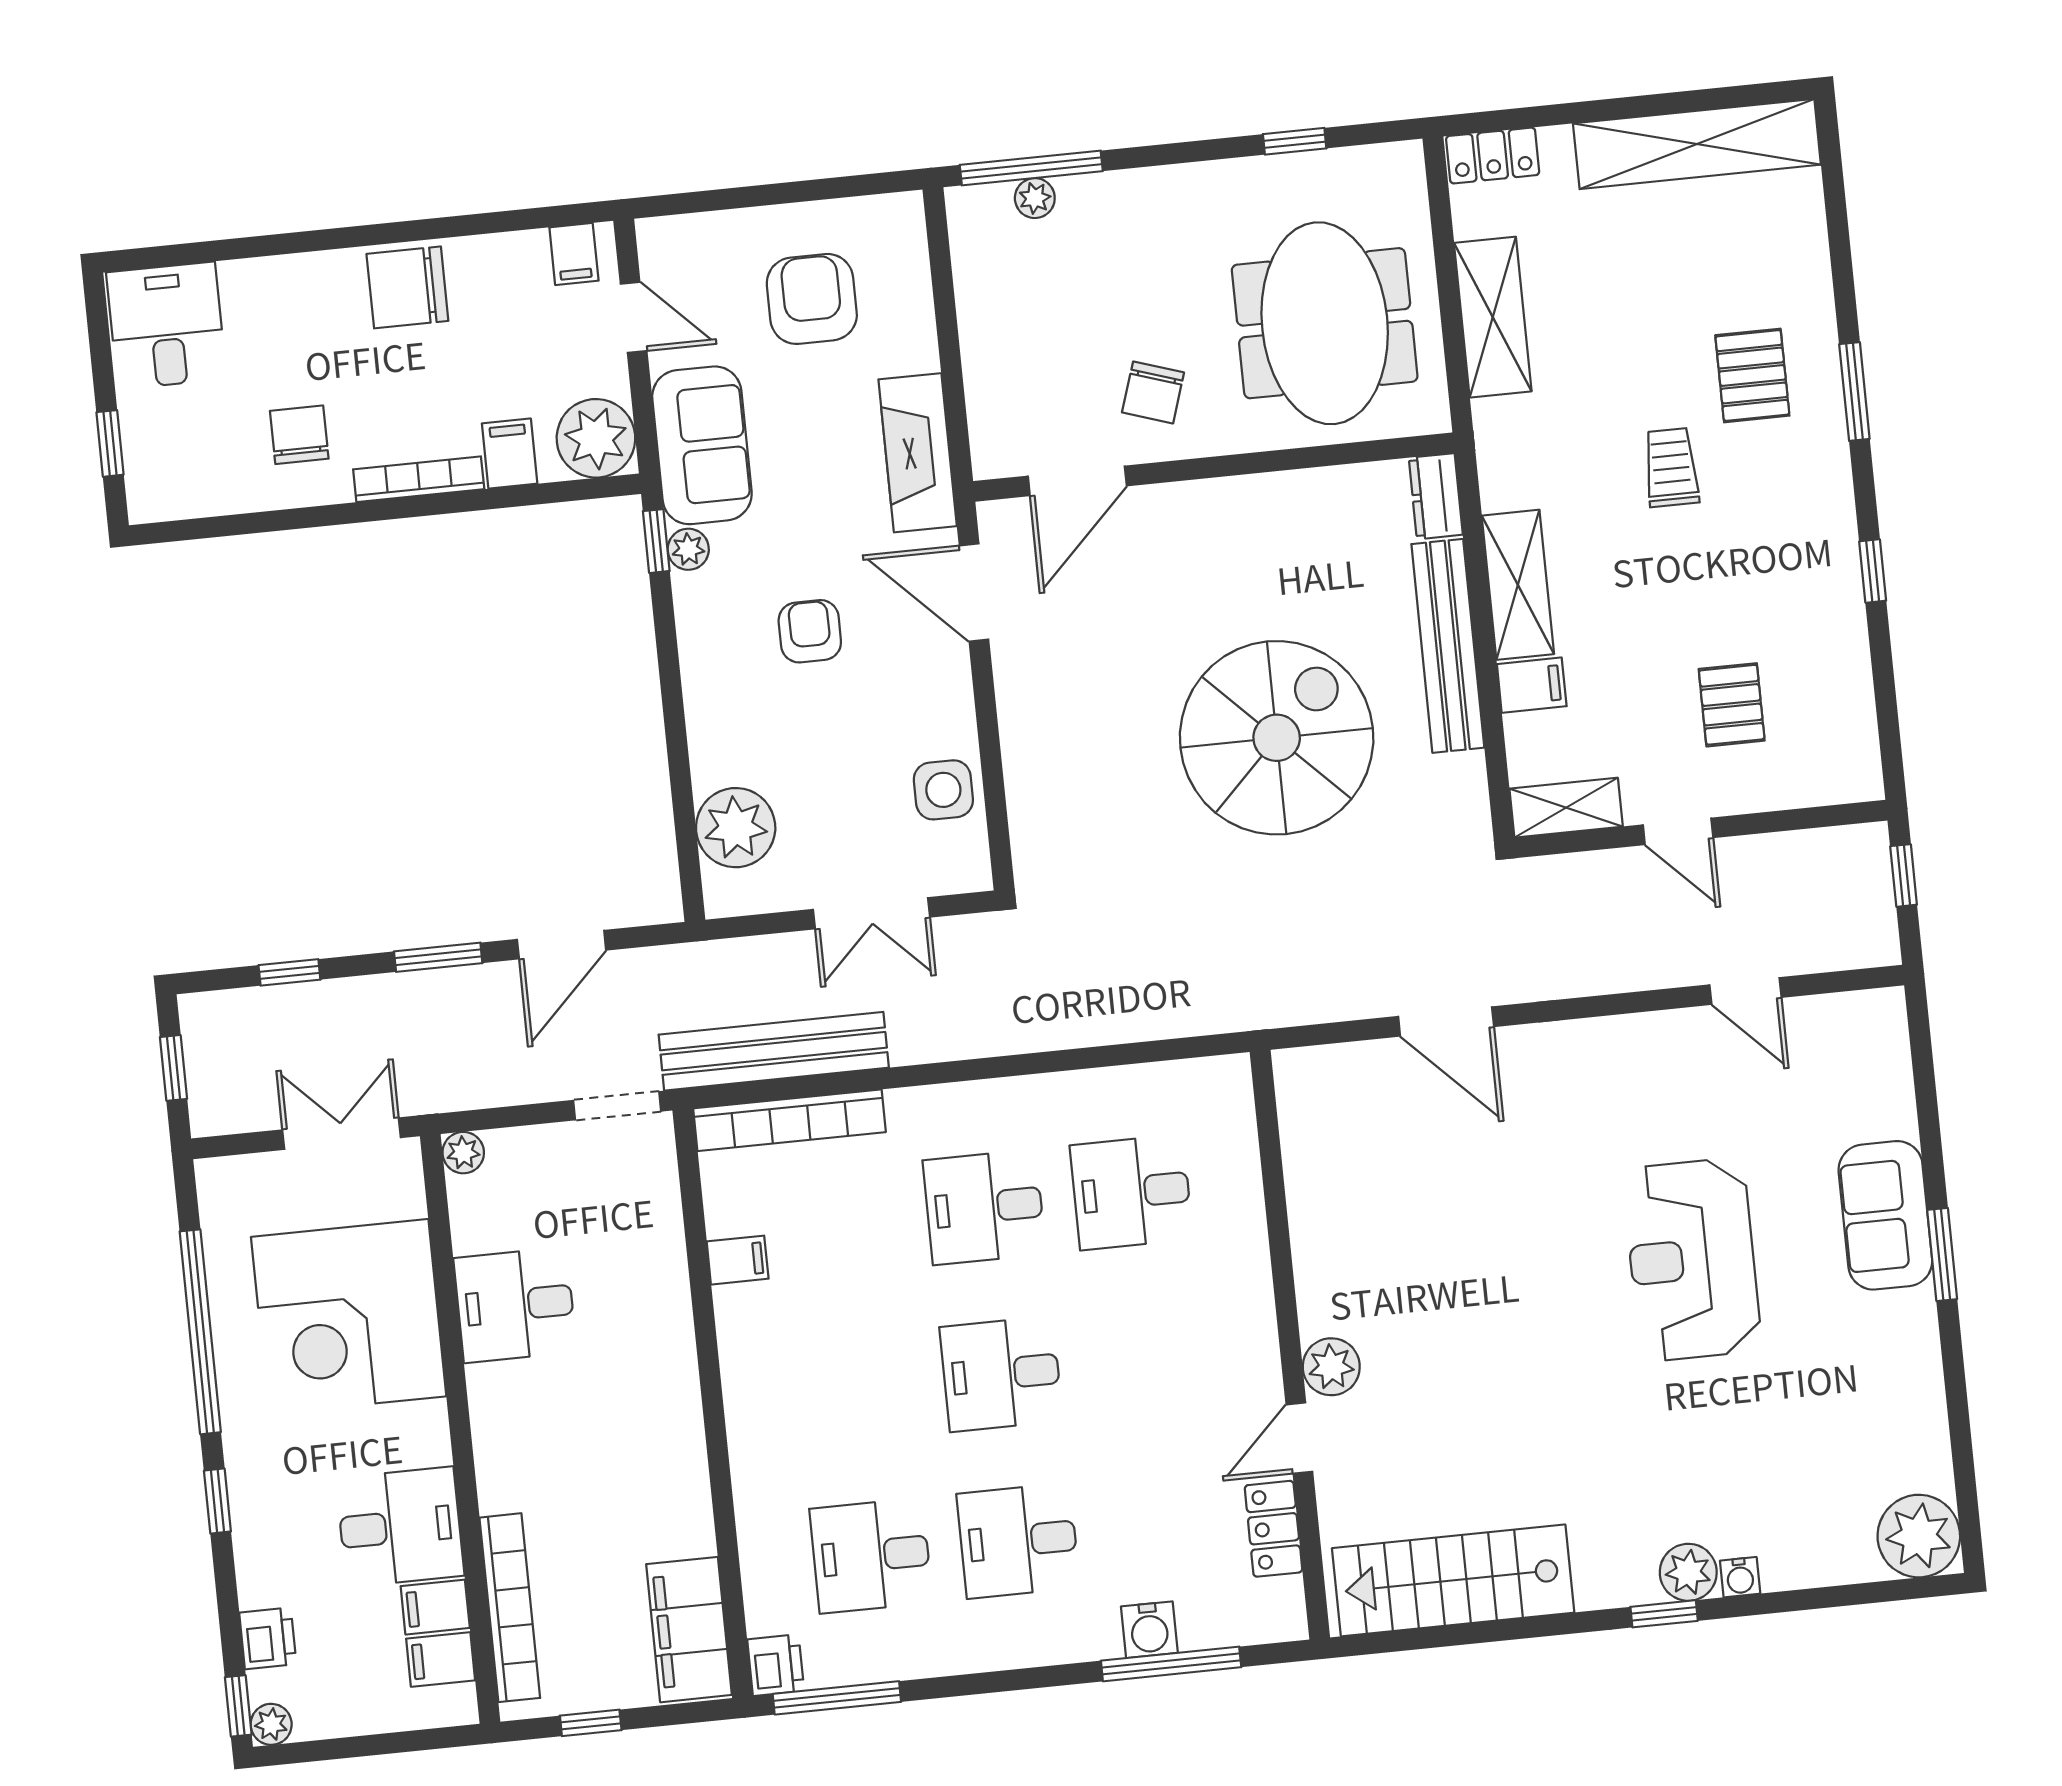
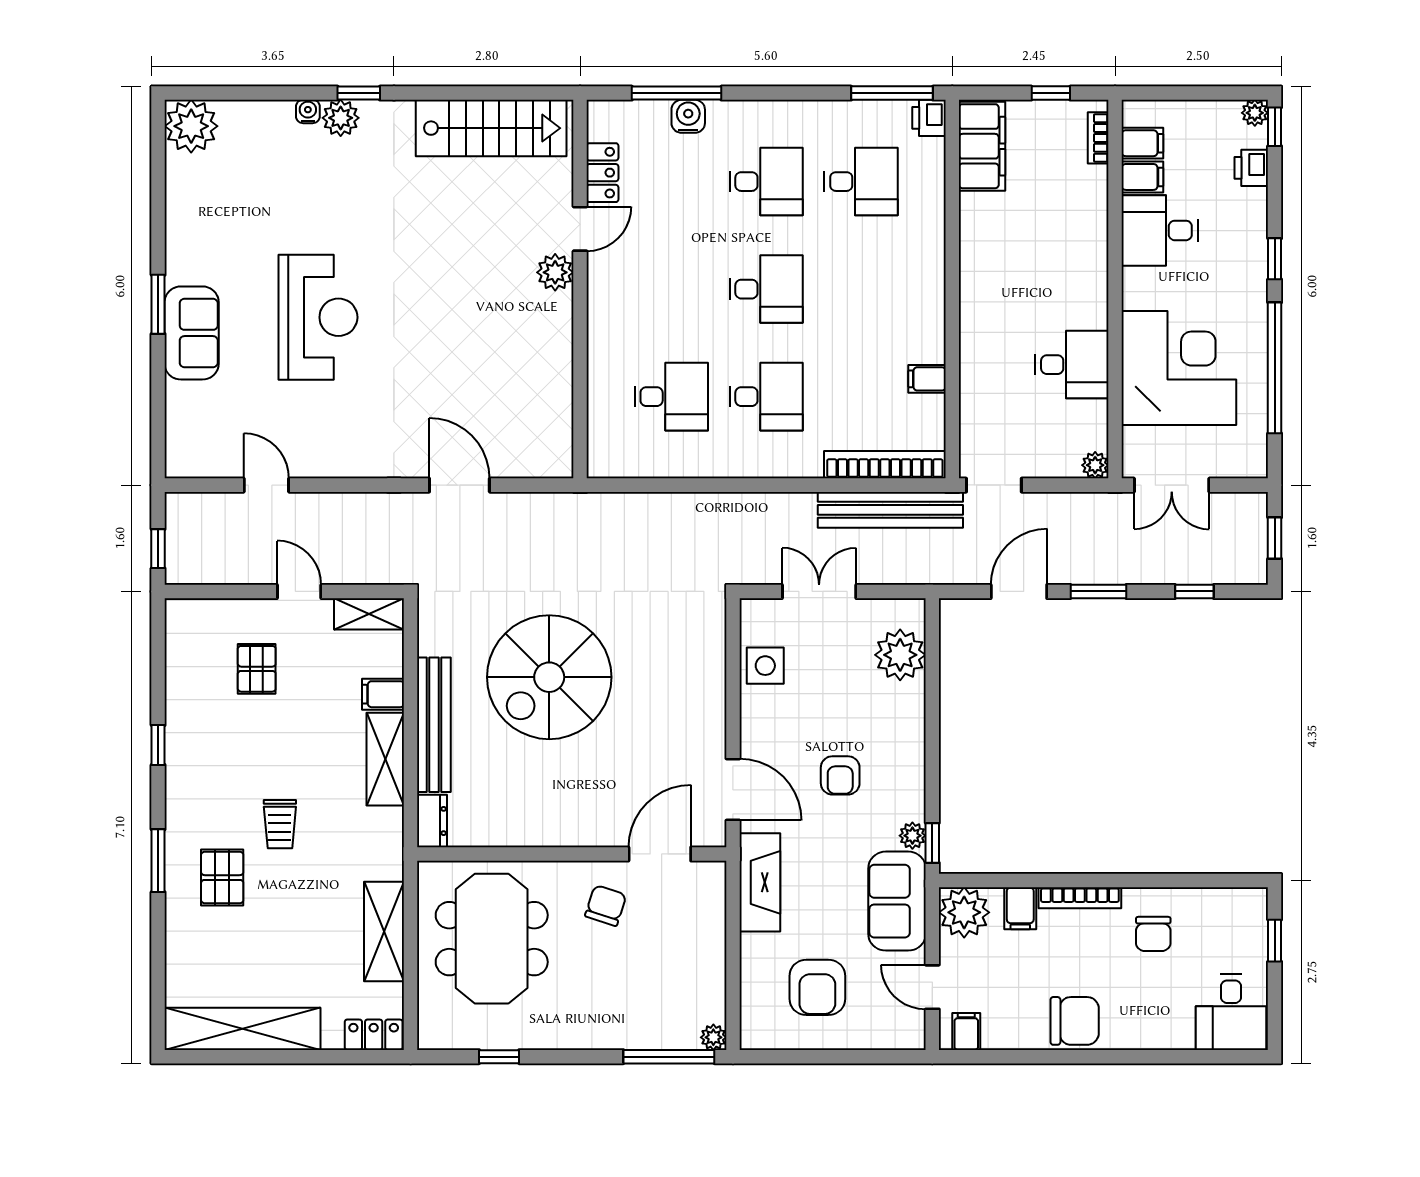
plant: (1035, 198) -> (713, 1037), moved
bookcase: (510, 1608) -> (1098, 138), width x0.43, depth x0.76

